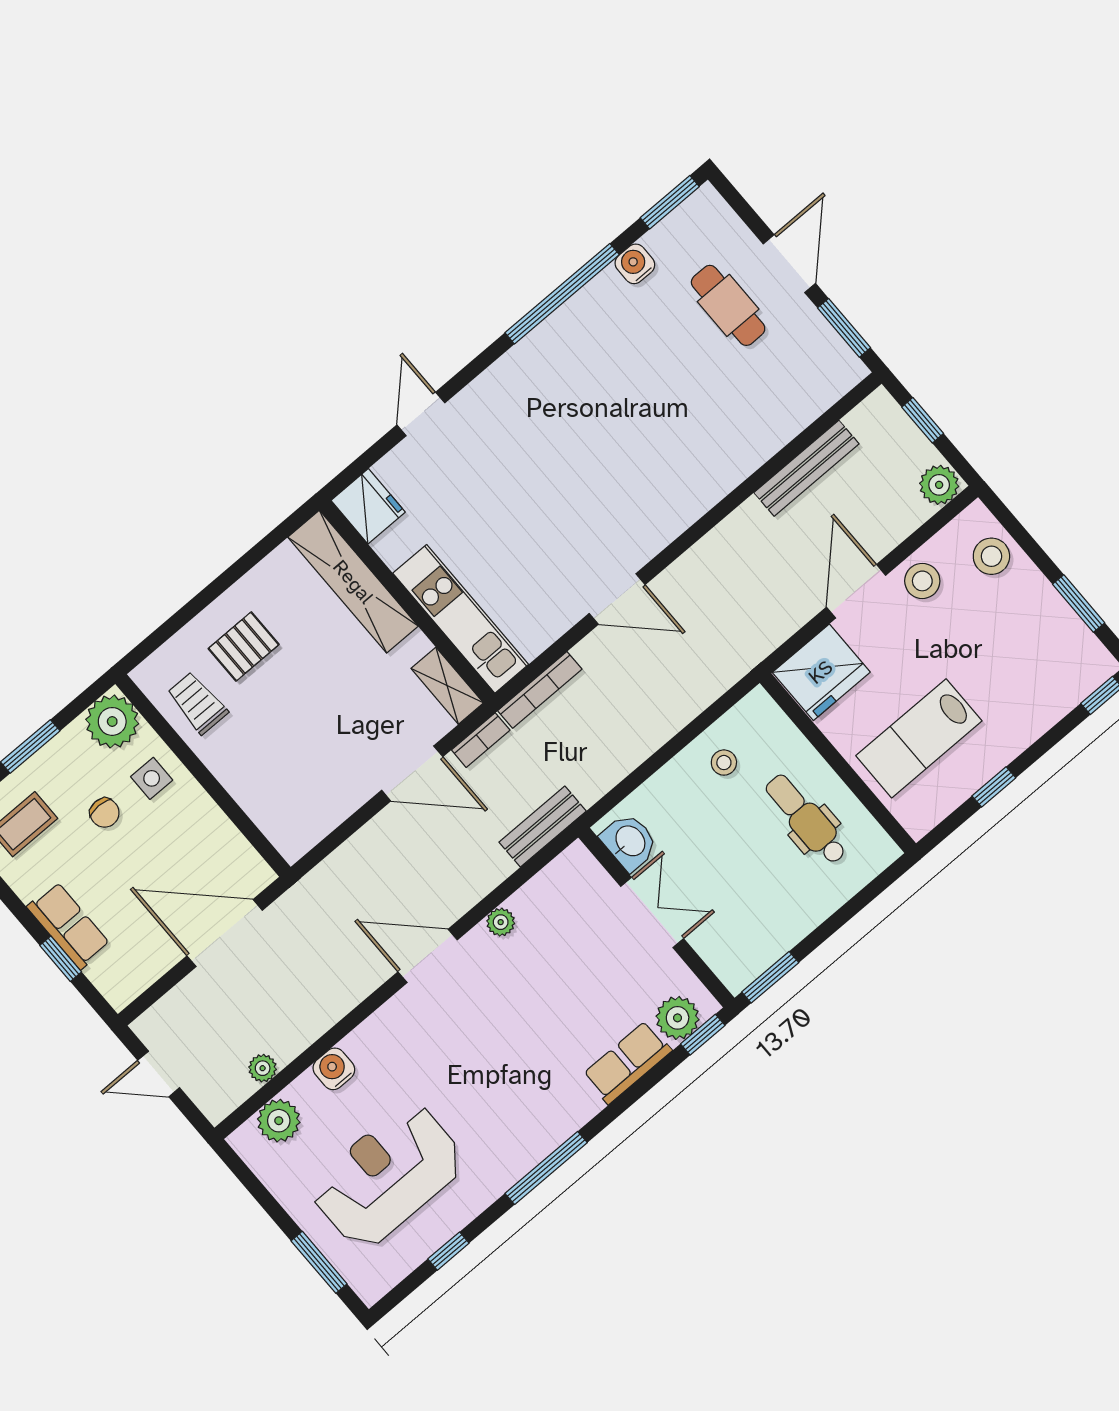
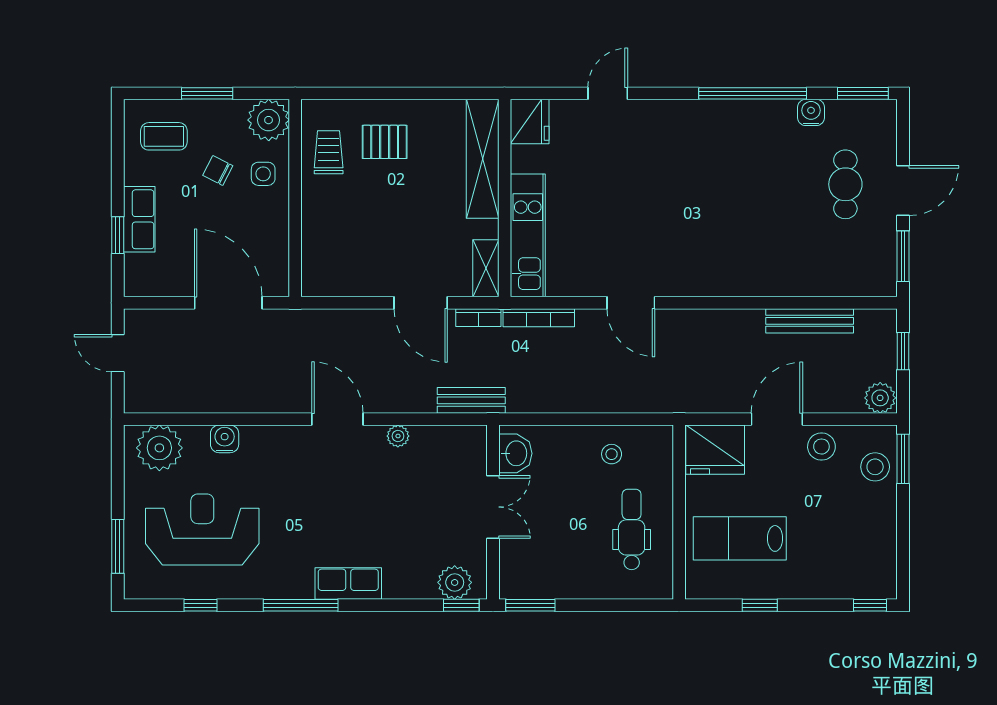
window: (1079, 603) -> (903, 459), moved
chair: (105, 813) -> (218, 170), turned 117
row of seats: (627, 1062) -> (348, 584), moved
plant: (263, 1068) -> (182, 402), removed
plant: (279, 1121) -> (159, 448), width x1.36, depth x1.36

